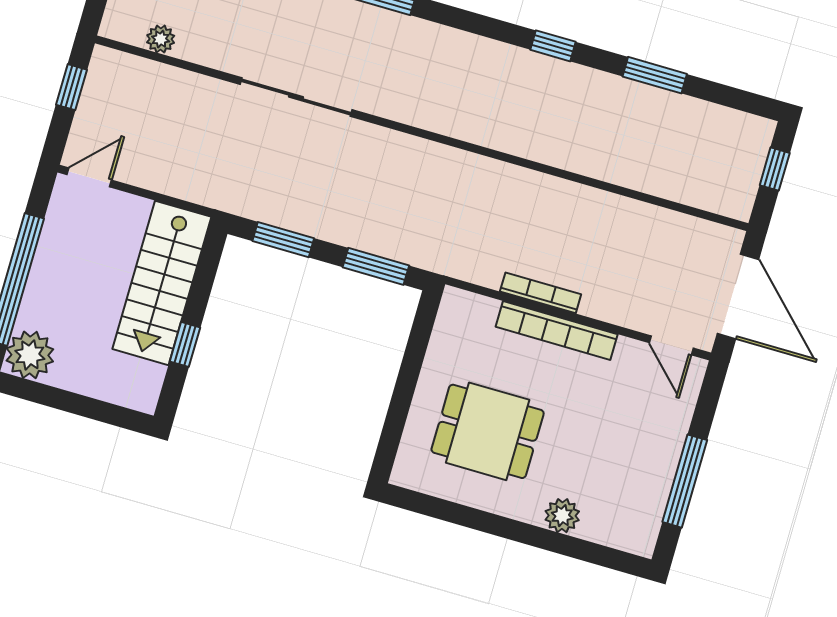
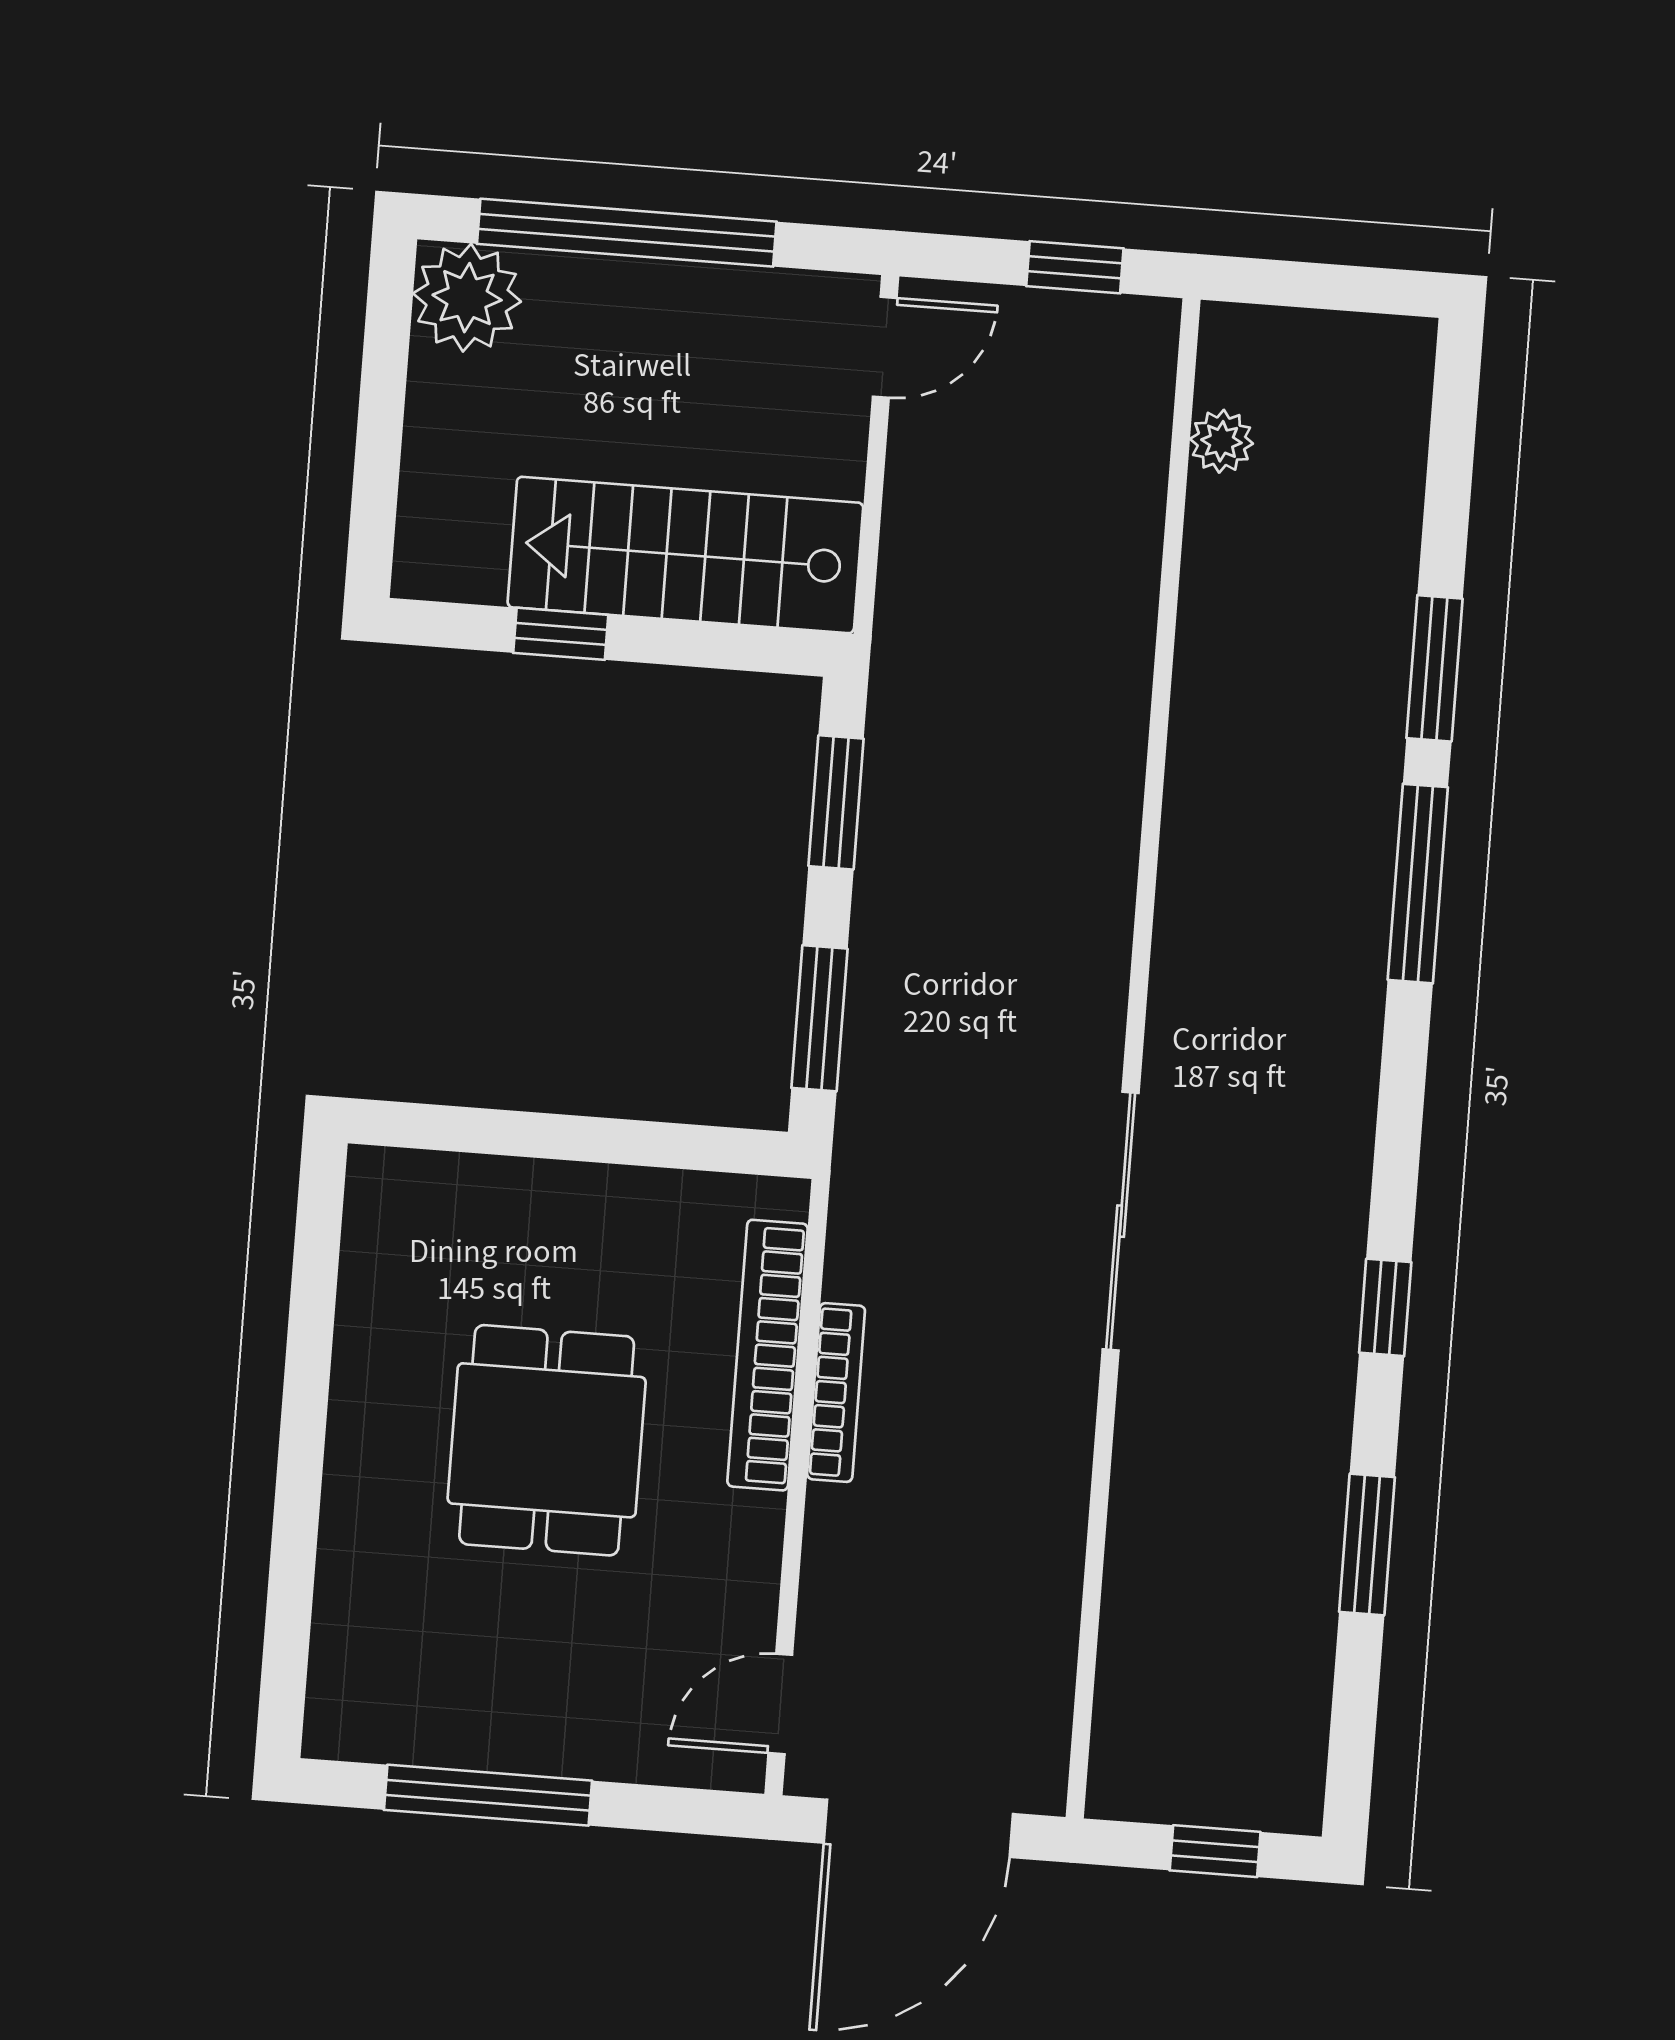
sliding door: (296, 97) -> (1121, 1221), moved
door: (89, 177) -> (885, 347), hinge flipped
bookcase: (557, 331) -> (768, 1355), moved
dining table: (488, 431) -> (547, 1440), moved
plant: (562, 516) -> (356, 1542), removed

